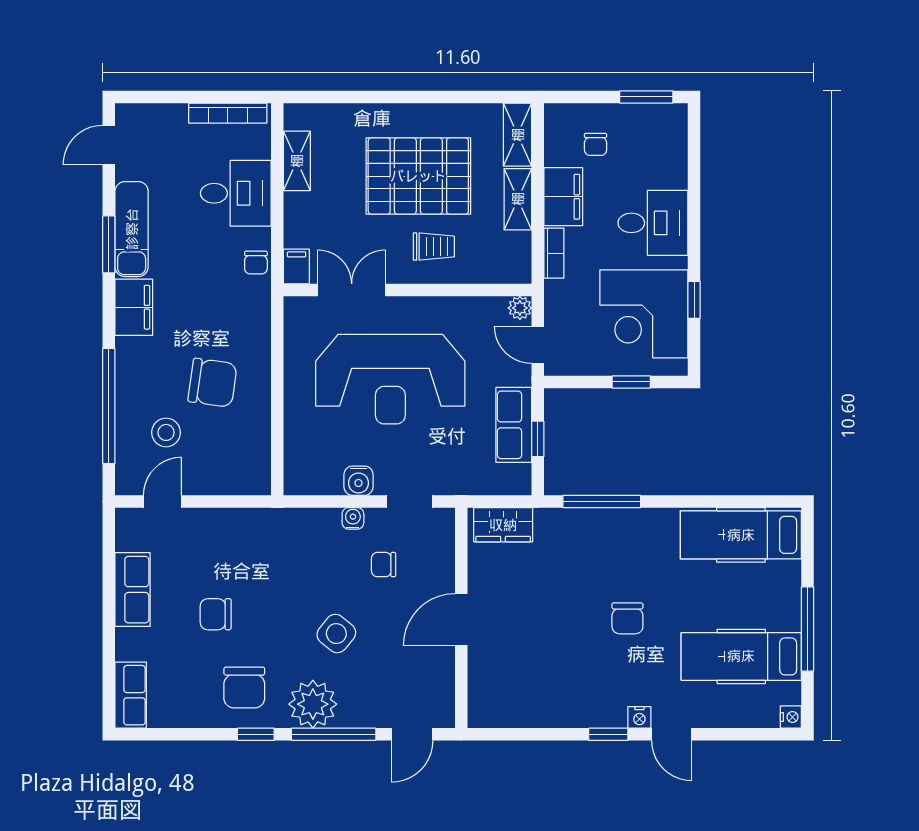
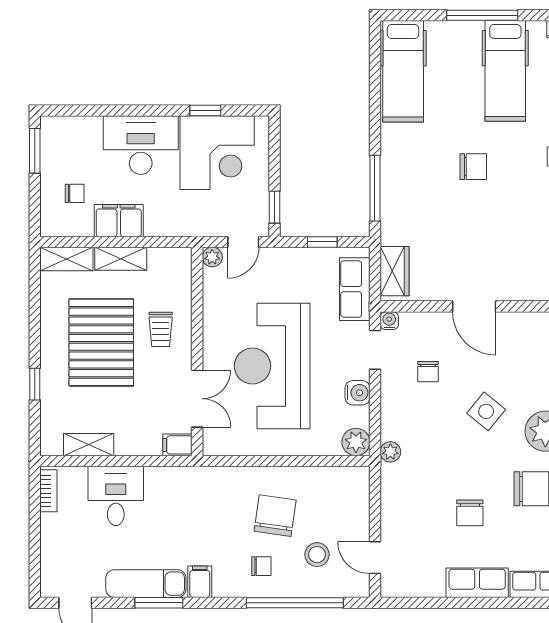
window: (369, 97) -> (35, 384), added
bookcase: (228, 113) -> (48, 491), width x0.64
desk: (653, 223) -> (141, 145), width x1.37
trolley: (434, 247) -> (161, 329), turned 180
bookcase: (554, 253) -> (166, 228), removed
chair: (256, 263) -> (261, 566), moved
double door: (352, 290) -> (197, 399), swing flipped
filing cabinet: (134, 307) -> (200, 582), width x0.50
reception desk: (390, 379) -> (272, 366), turned 180
window: (631, 382) -> (274, 207), moved
row of seats: (514, 425) -> (355, 289), moved, turned 90
plant: (300, 479) -> (356, 442), added
water cooler: (353, 518) -> (389, 321), moved, turned 90
plant: (288, 520) -> (390, 452), added
row of seats: (133, 590) -> (477, 583), moved

